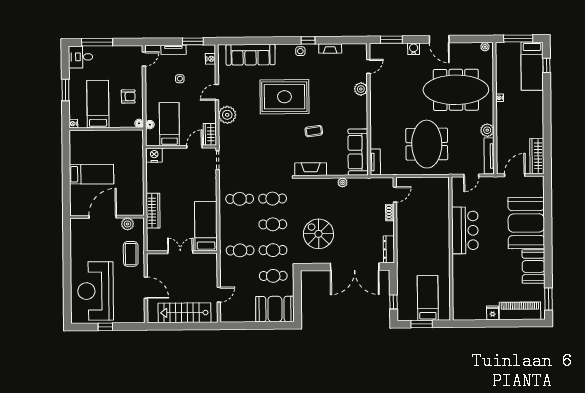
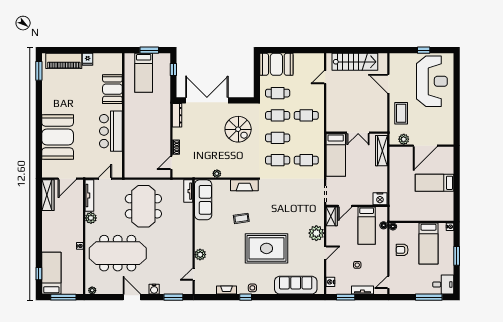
bed: (206, 226) -> (336, 155), moved
double door: (180, 252) -> (358, 133), moved
wall: (182, 252) -> (357, 133), moved
booth: (534, 266) -> (112, 89), moved

